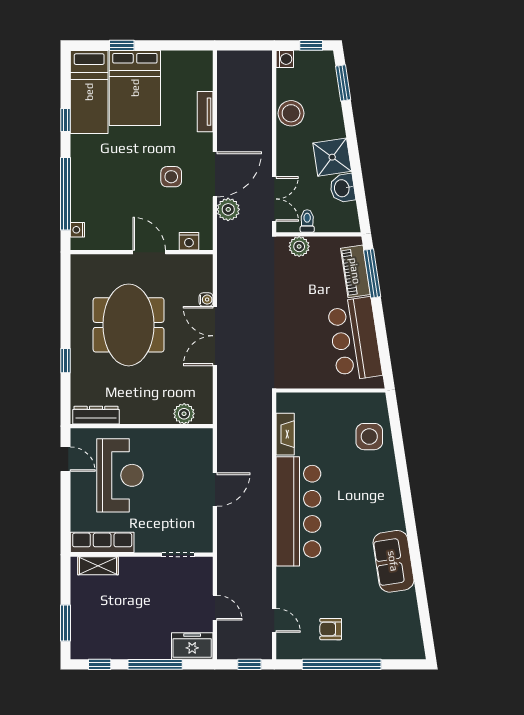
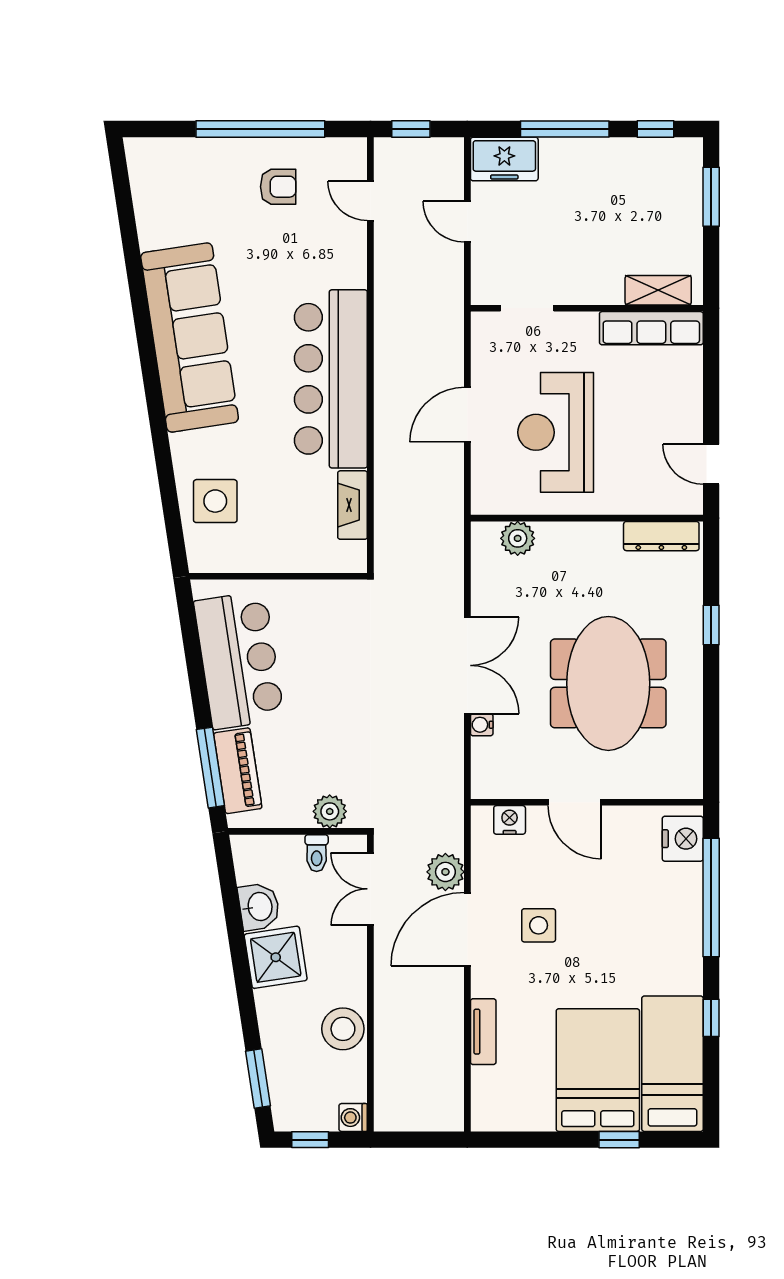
nightstand: (77, 230) -> (683, 839), width x1.89, depth x1.79
reception desk: (120, 475) -> (556, 432), moved
sofa: (393, 561) -> (190, 338), width x1.85, depth x1.27

